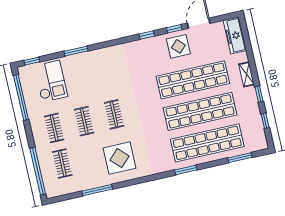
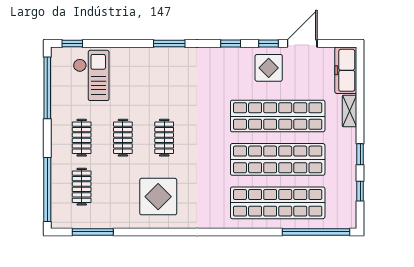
window: (76, 51) -> (169, 44), moved
shelving: (247, 74) -> (350, 111), moved
window: (240, 158) -> (316, 232), width x2.11
window: (186, 170) -> (242, 232), removed
window: (97, 190) -> (93, 232), moved

